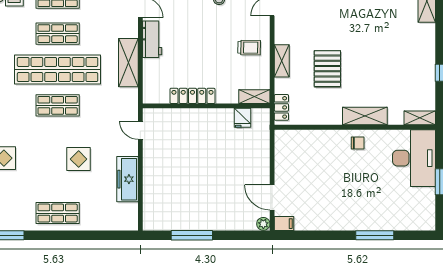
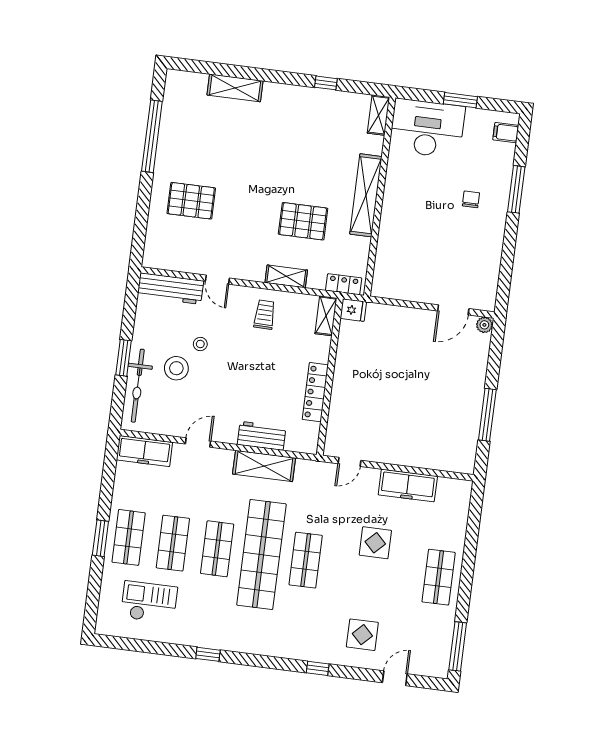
workbench: (152, 39) -> (262, 436), moved
shelving: (365, 116) -> (366, 195), width x1.47
fridge: (243, 118) -> (353, 310), moved
chair: (358, 143) -> (471, 199), moved
filing cabinet: (284, 224) -> (506, 133), moved, turned -90

